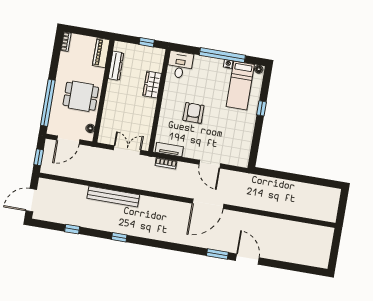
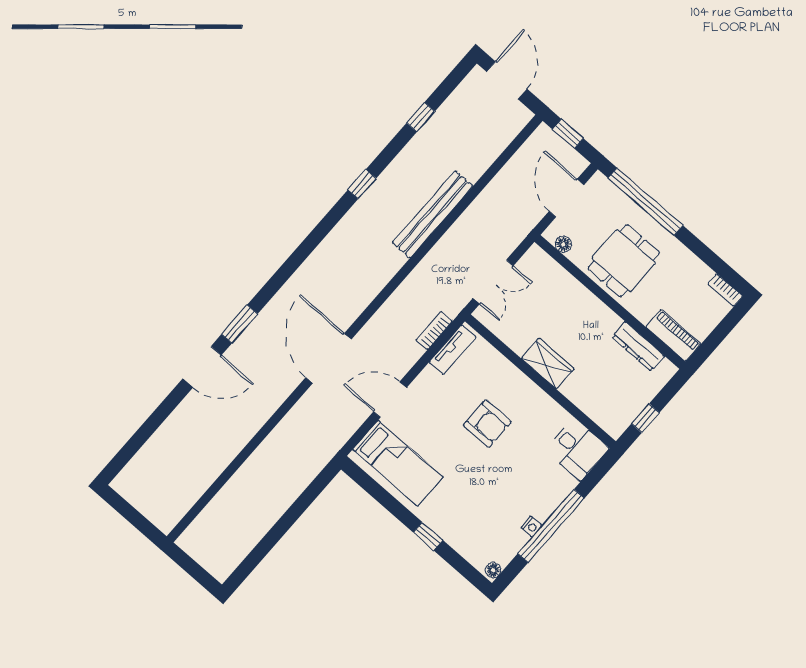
wardrobe: (152, 85) -> (548, 364), moved
bed: (240, 86) -> (398, 463), moved, turned 180

